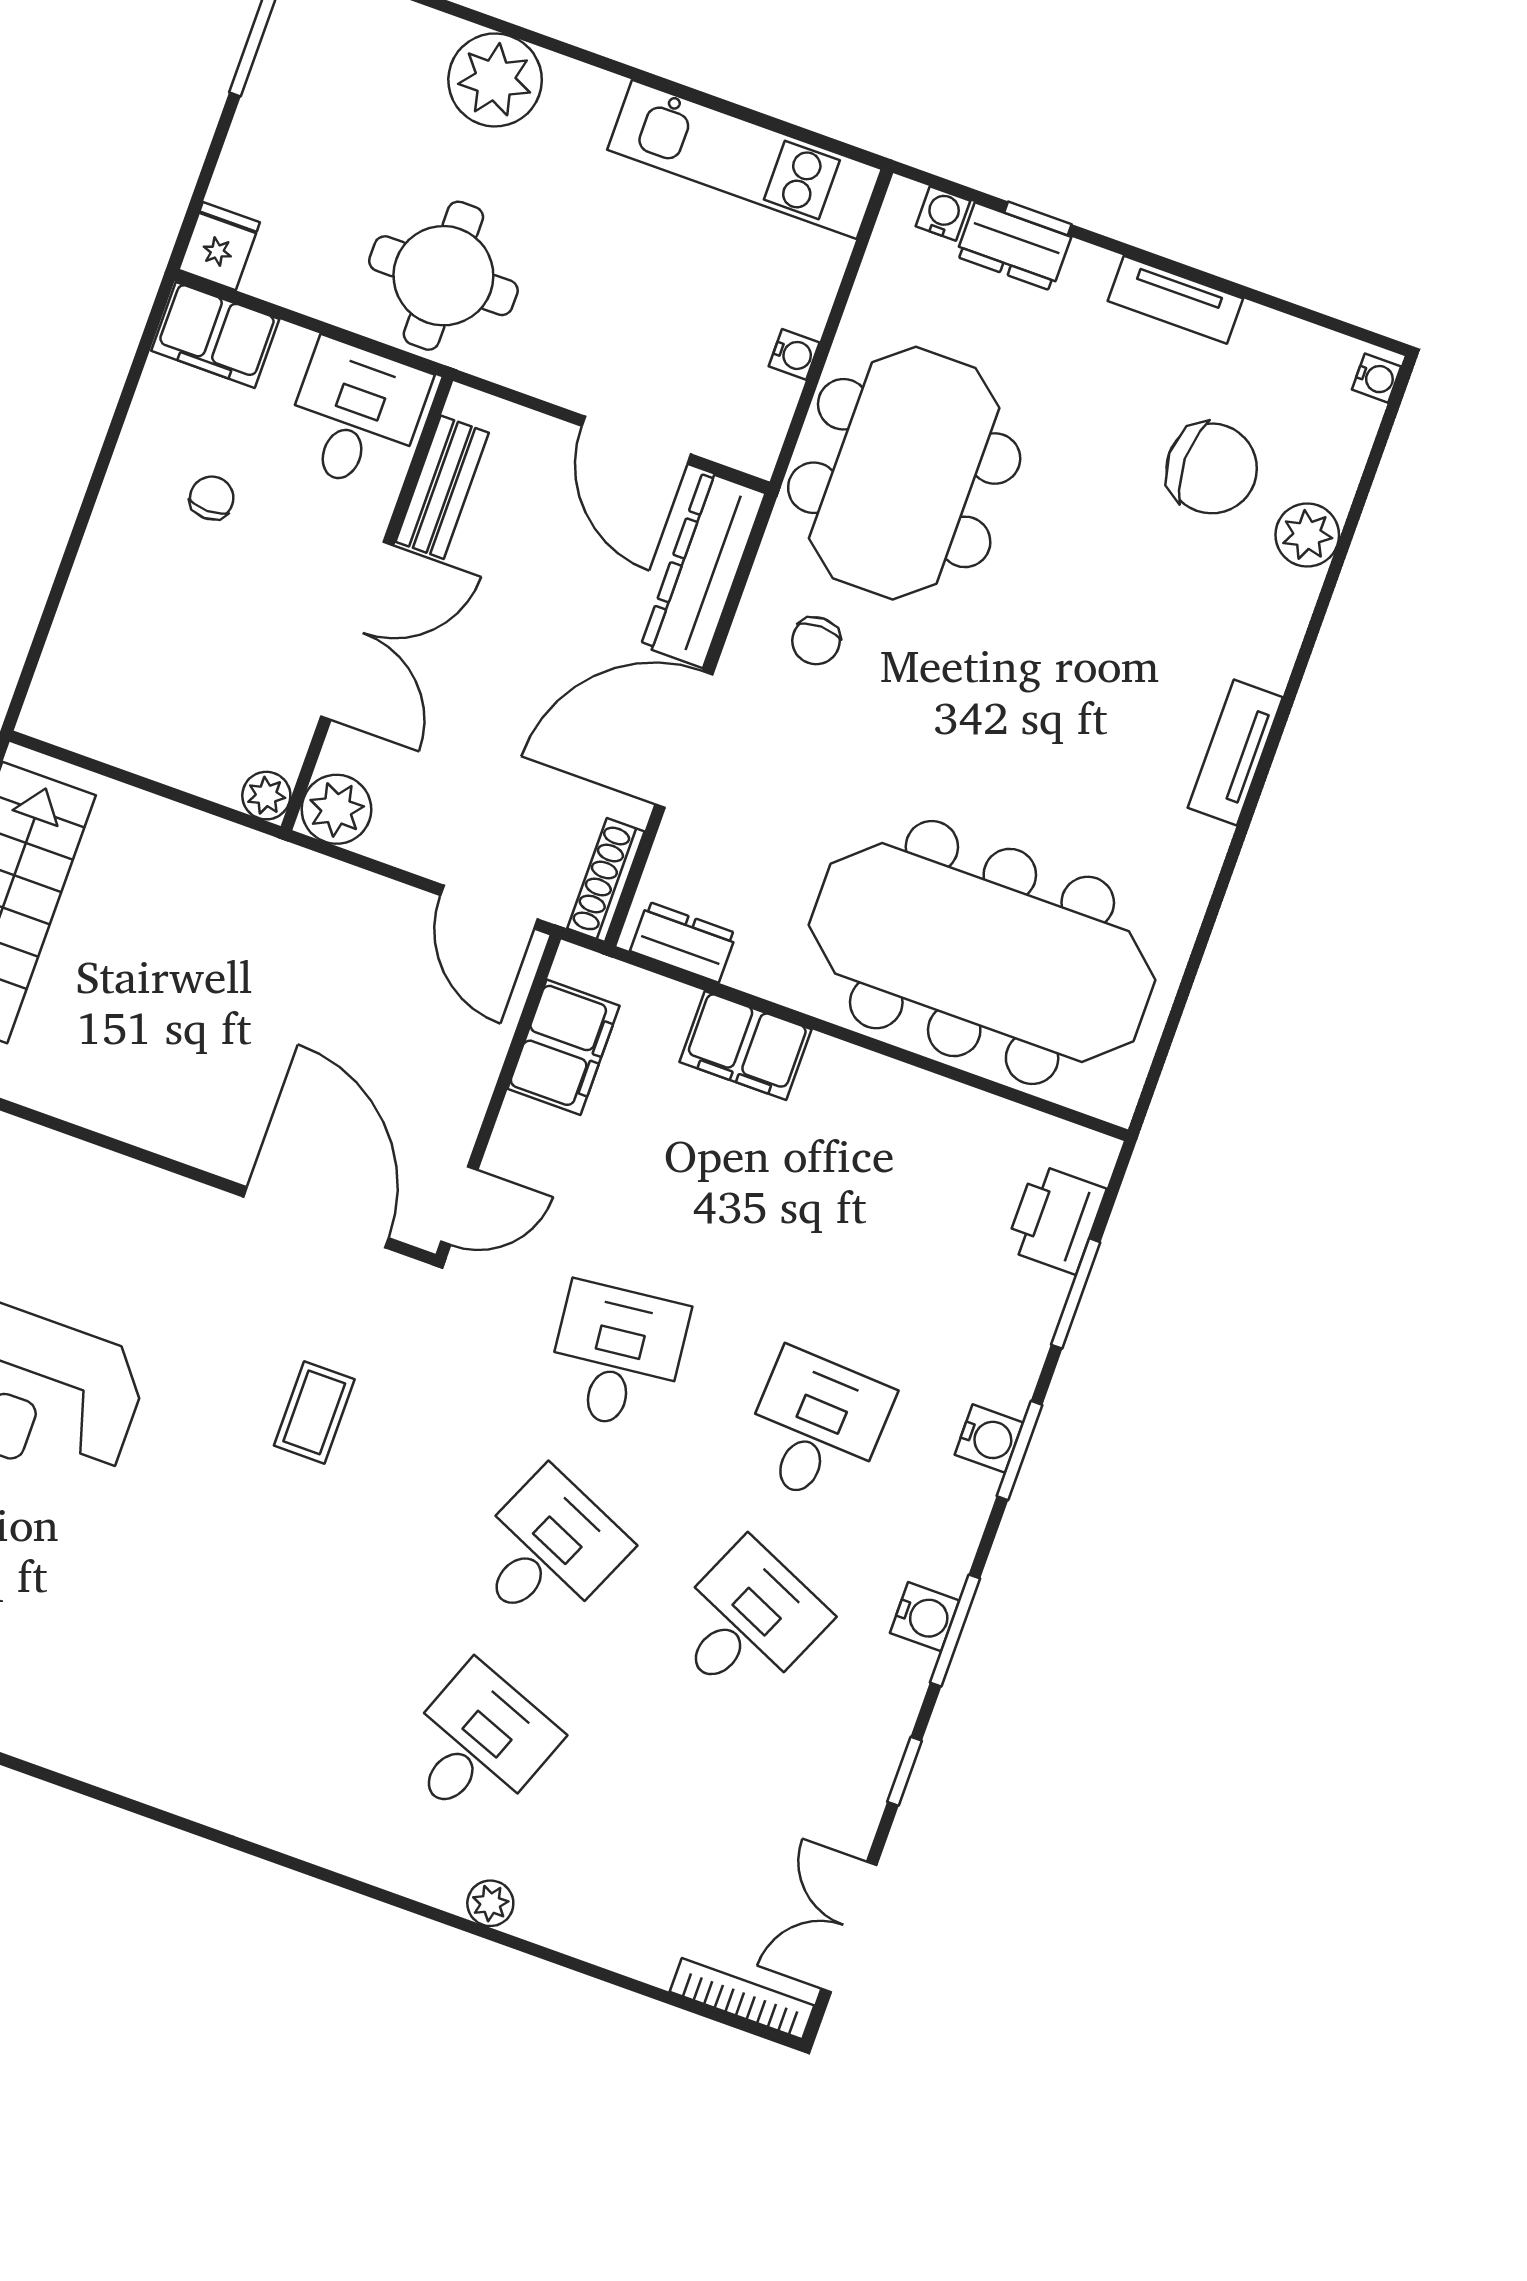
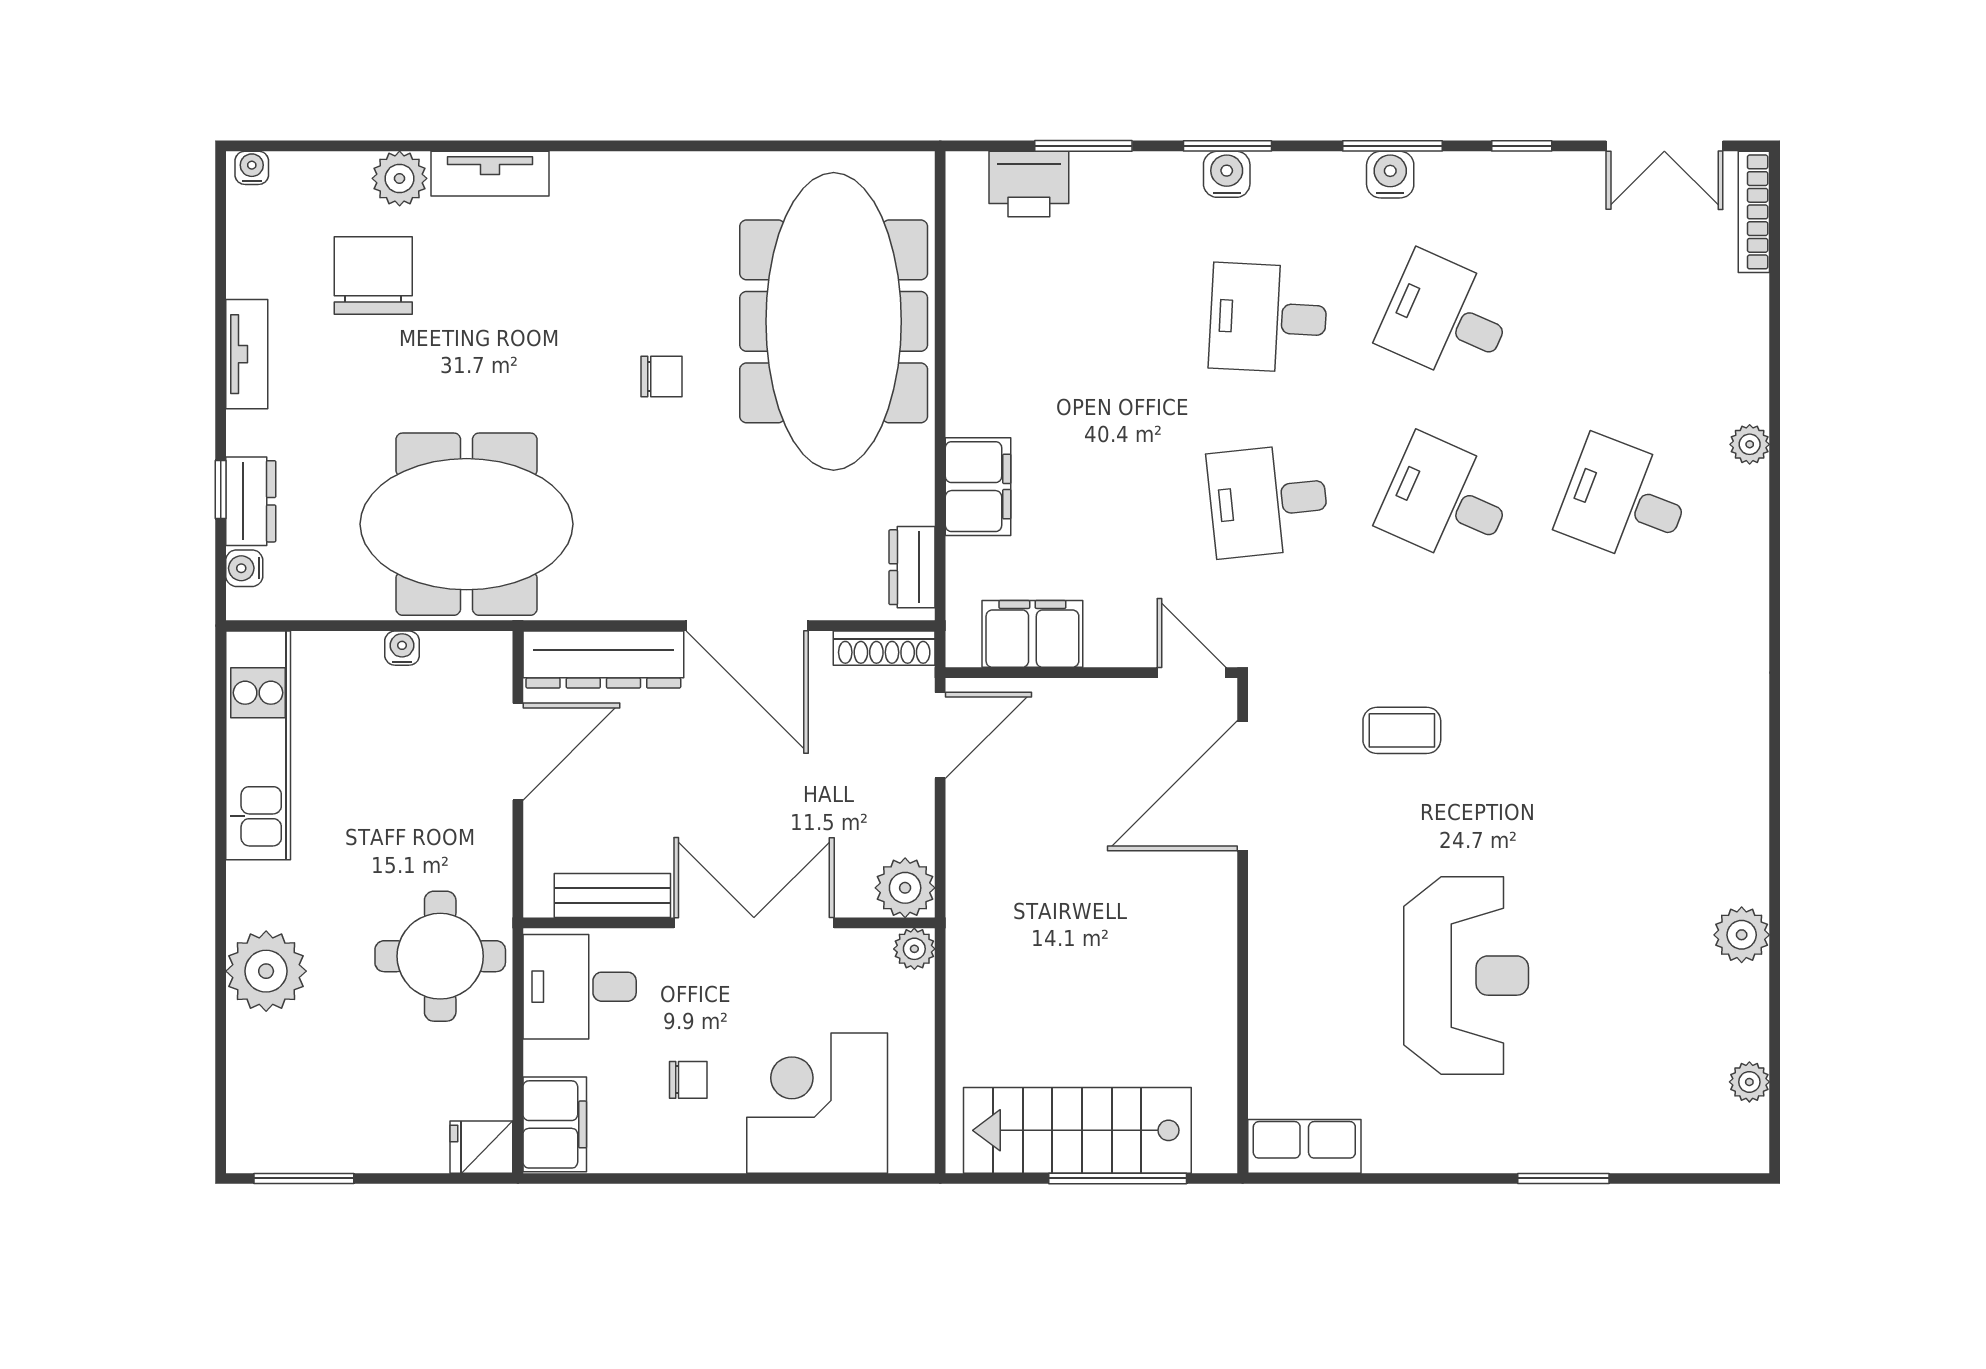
chair: (212, 498) -> (688, 1080), turned 180
corner desk: (136, 629) -> (817, 1103), added
chair: (816, 641) -> (661, 376), moved
tv unit: (1235, 752) -> (490, 174), moved

